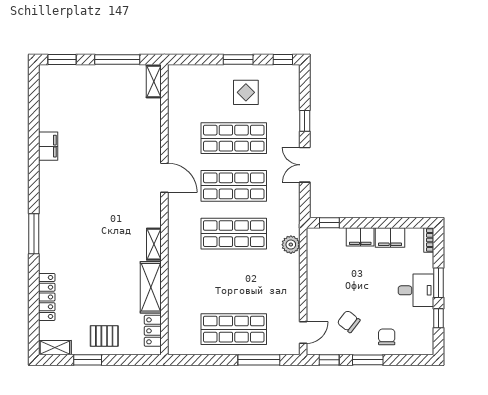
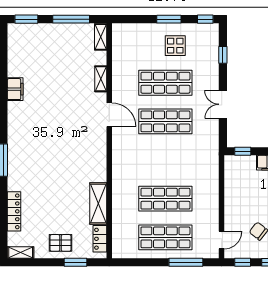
window: (305, 121) -> (223, 55), moved
shop shelf: (234, 234) -> (165, 199), moved
shelving: (154, 244) -> (101, 79), moved
plant: (291, 245) -> (212, 169), removed
window: (88, 360) -> (76, 262), moved

